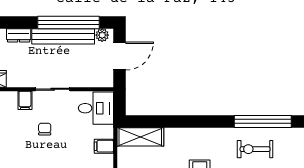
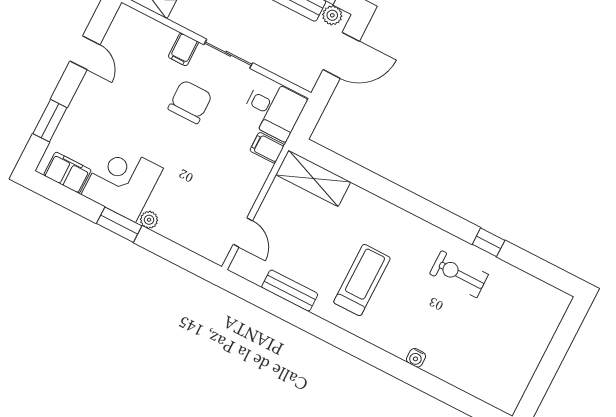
window: (263, 121) -> (489, 242), width x0.32
chair: (45, 129) -> (190, 102), width x1.87, depth x1.87
filing cabinet: (104, 146) -> (267, 148), moved

